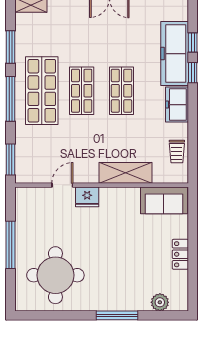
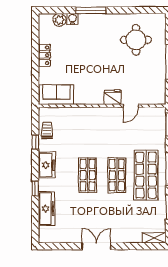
window: (193, 43) -> (35, 142), moved
freezer: (175, 54) -> (46, 209), width x0.73, depth x0.79
shelving: (126, 173) -> (85, 115), removed
round table: (55, 275) -> (136, 40), width x0.73, depth x0.73
water cooler: (142, 304) -> (72, 19), added

